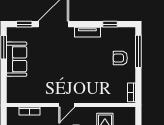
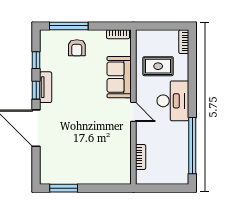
window: (24, 24) -> (36, 90), moved
sofa: (17, 59) -> (119, 77), moved, turned -90

